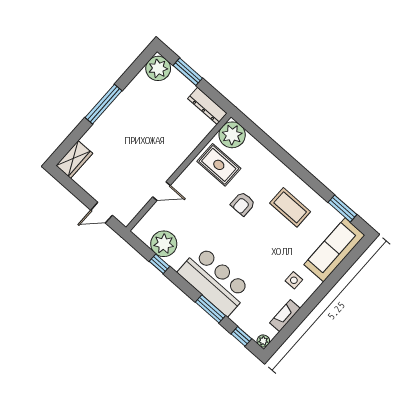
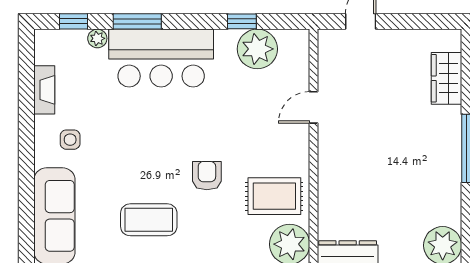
wardrobe: (74, 159) -> (446, 78), moved
plant: (263, 341) -> (97, 38), moved

